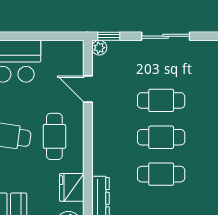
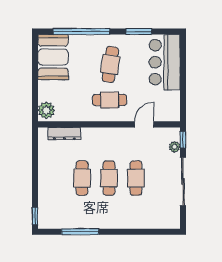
sliding door: (166, 36) -> (183, 181), width x1.37
plant: (99, 48) -> (175, 147), moved
fridge: (72, 187) -> (72, 113), removed

